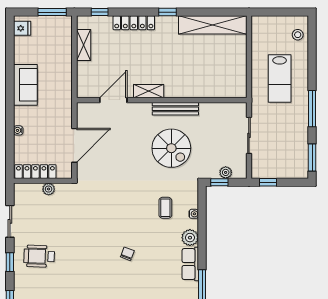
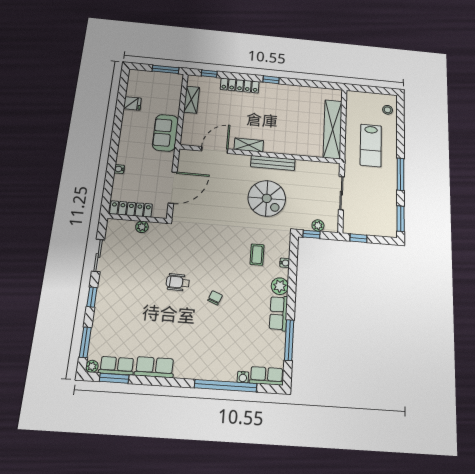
shelving: (212, 25) -> (333, 129), moved, turned 90
fridge: (22, 28) -> (132, 103), moved
sofa: (25, 85) -> (165, 133), moved, turned 180
wheelchair: (39, 256) -> (178, 282), moved, width x0.73, depth x0.73

